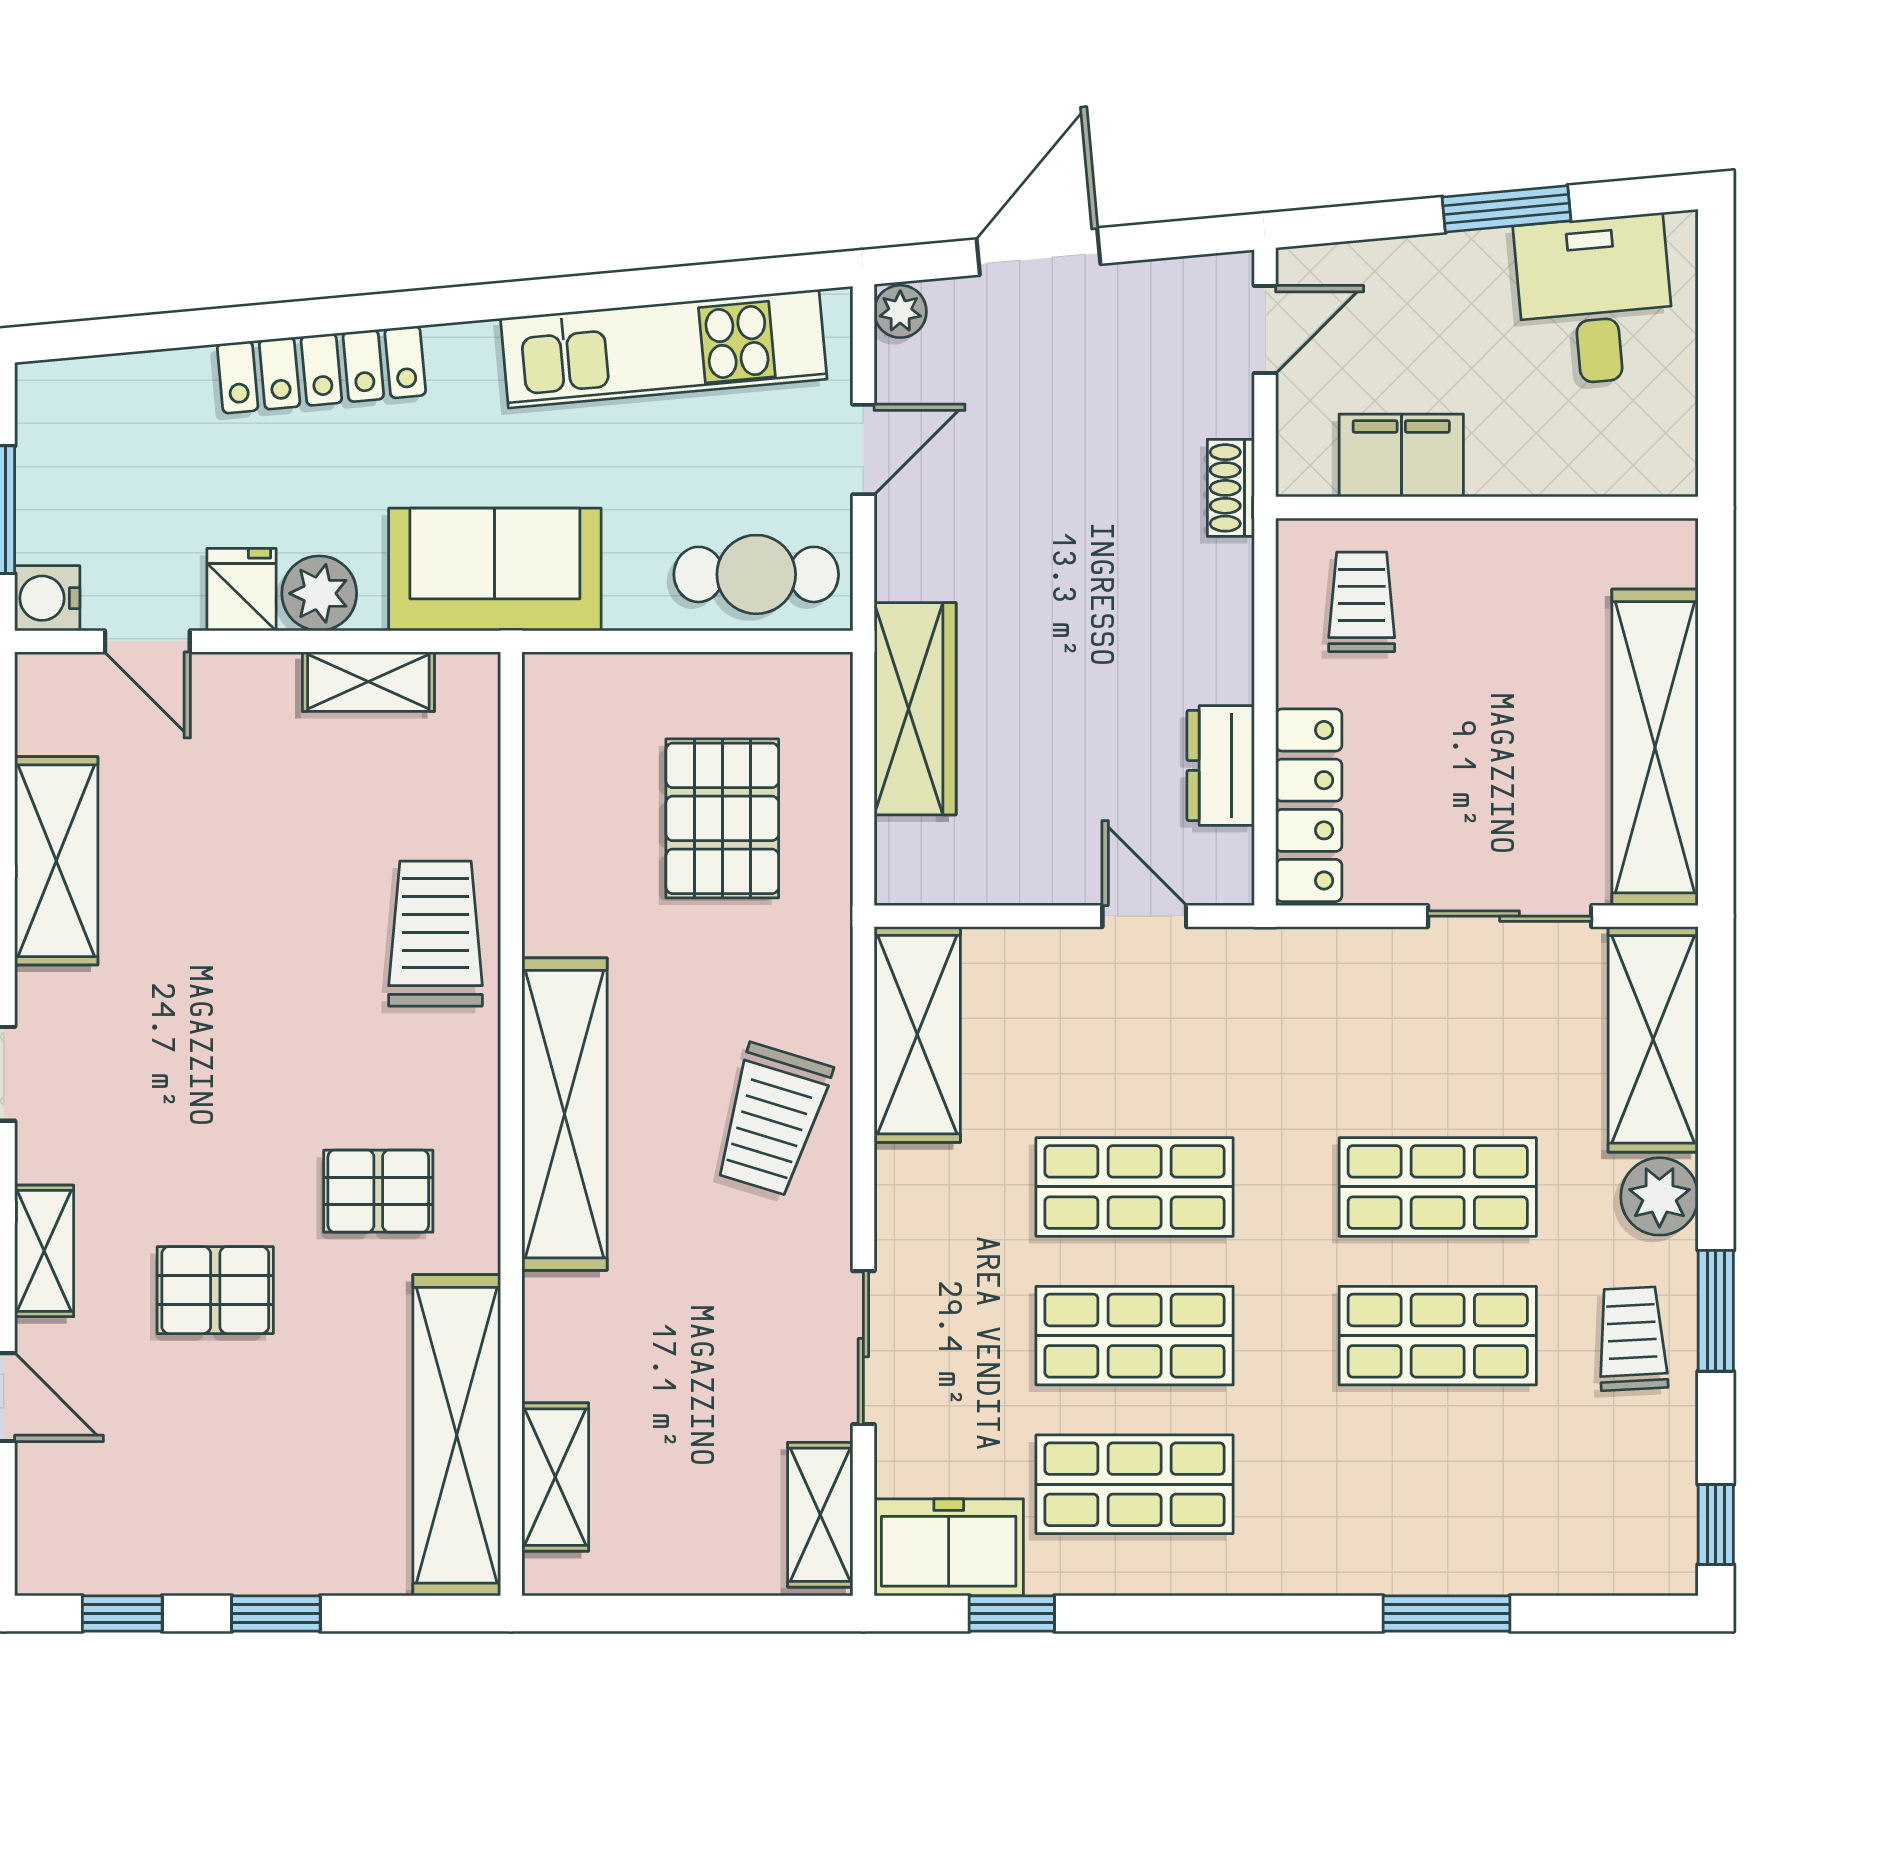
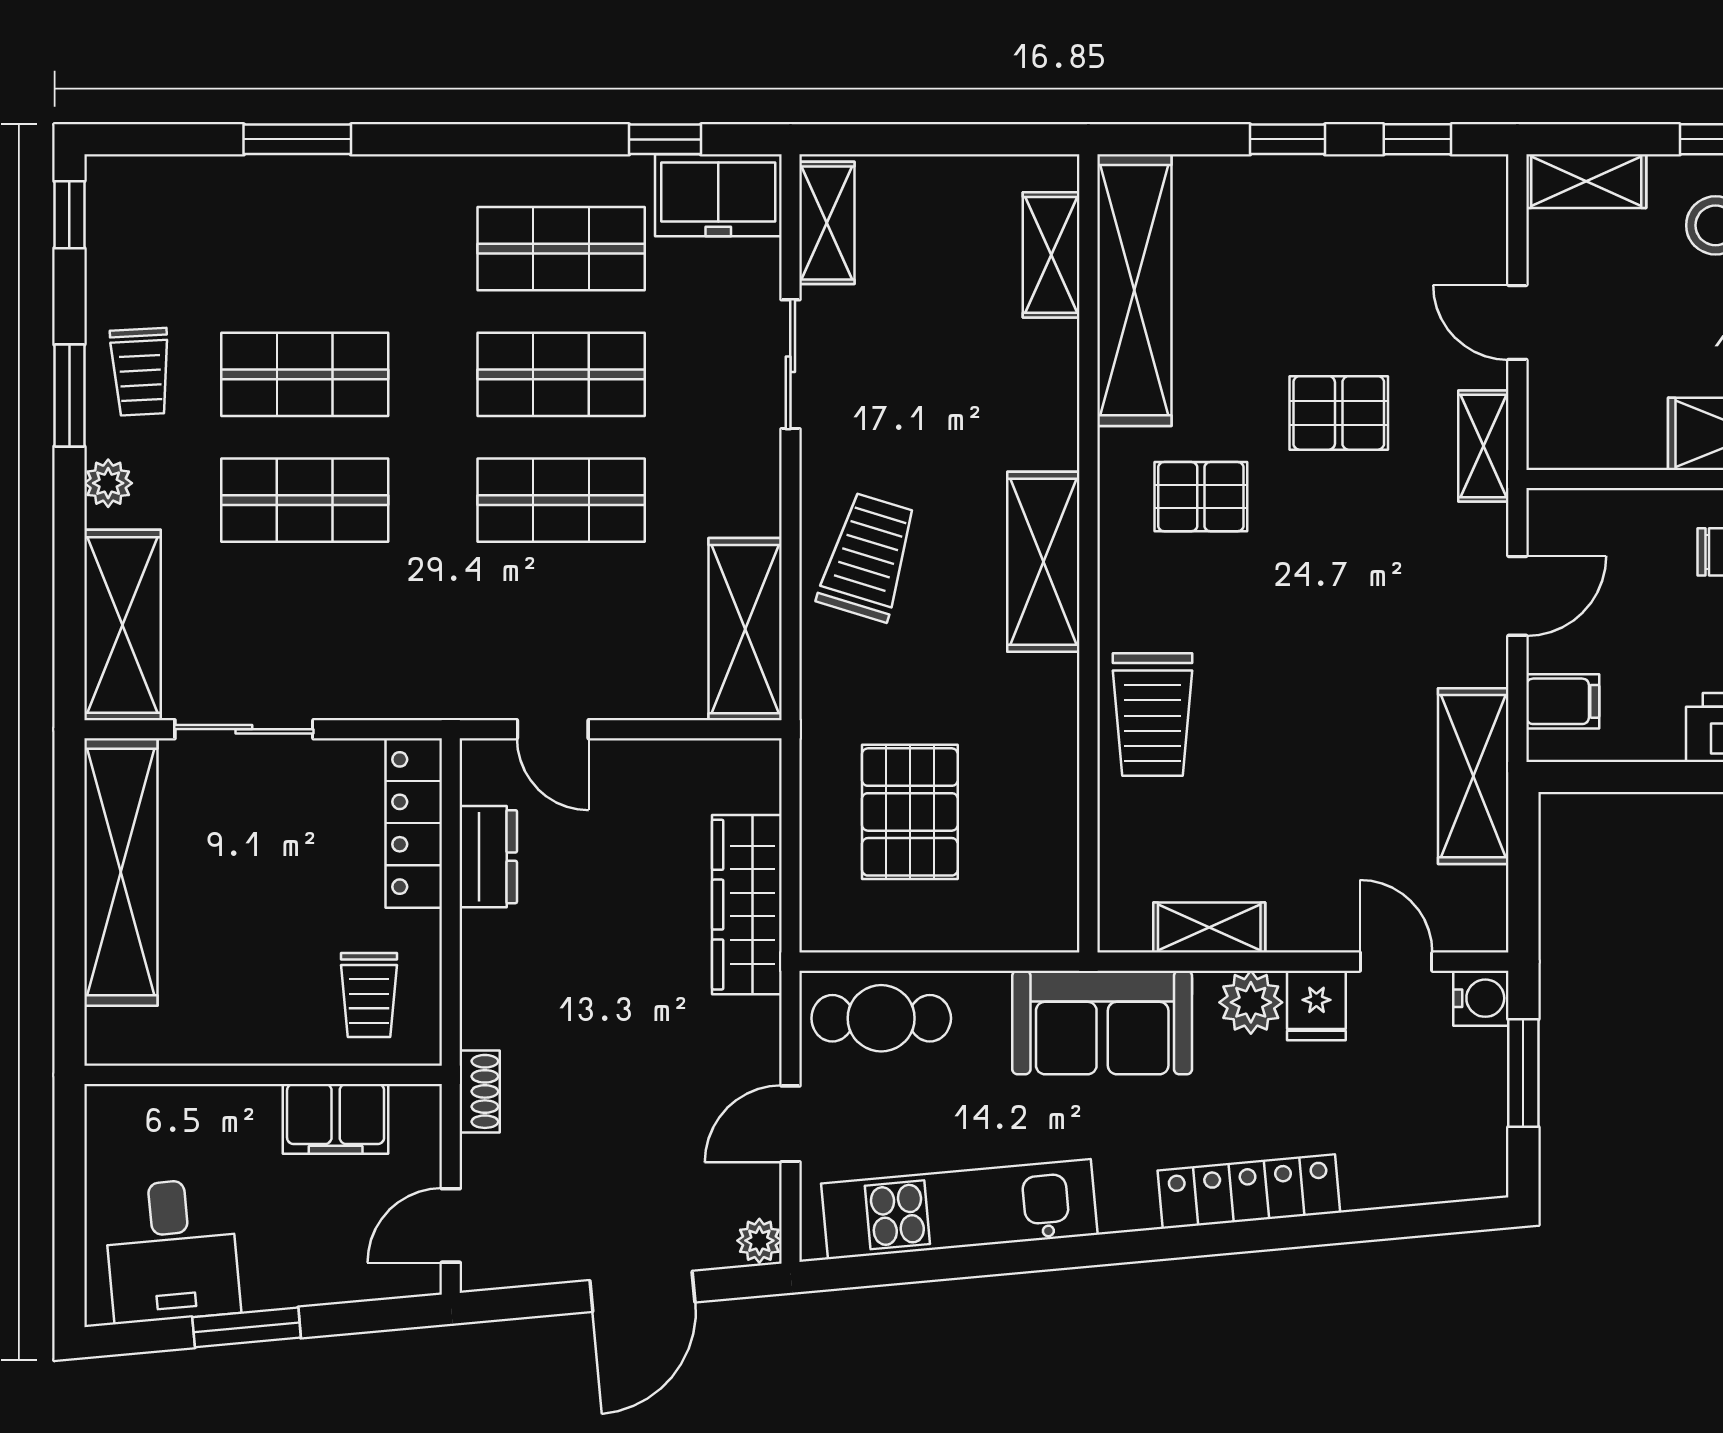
shelving: (564, 1114) -> (1043, 562), width x0.68
plant: (1659, 1196) -> (108, 483), width x0.73, depth x0.73

